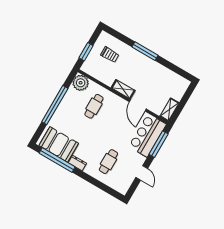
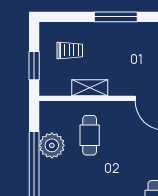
plant: (81, 83) -> (52, 145), moved
shelving: (123, 89) -> (90, 88), moved

